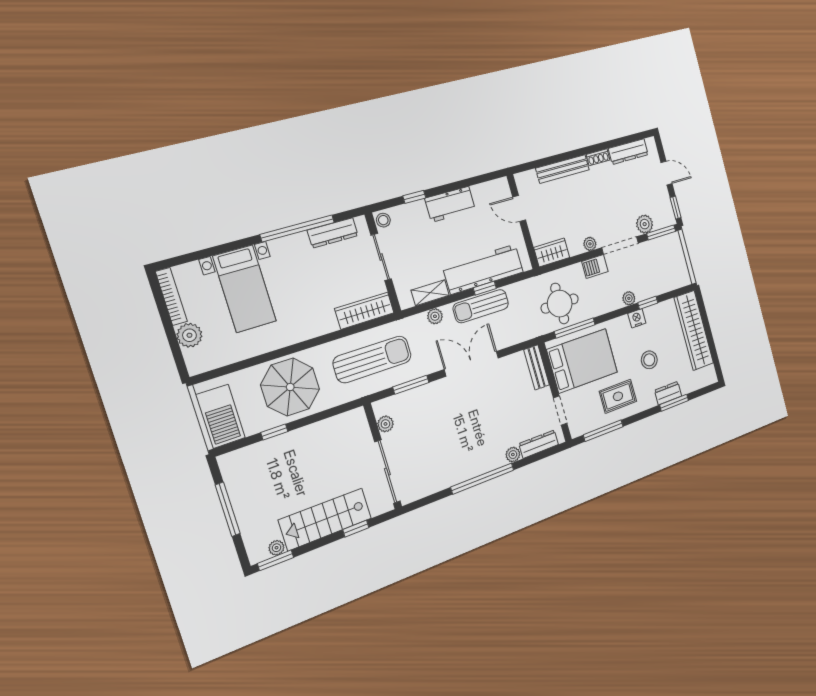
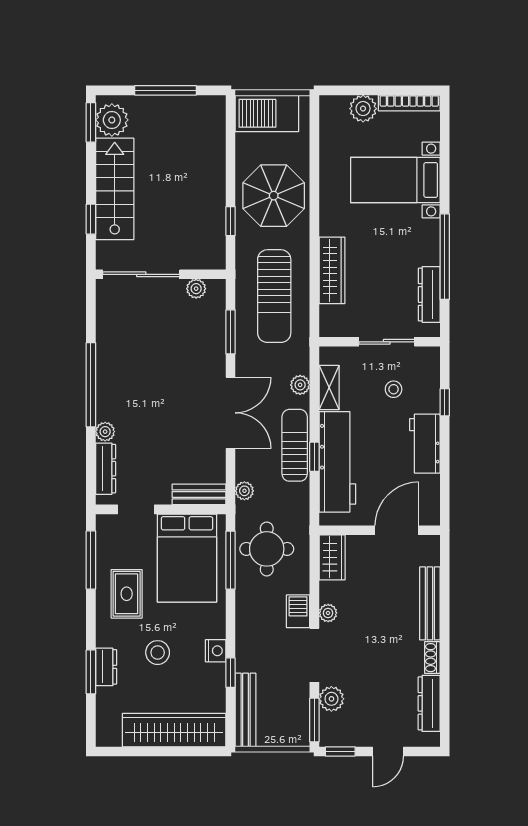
door: (519, 208) -> (397, 530), width x1.38
stool: (383, 220) -> (394, 389), moved
bench: (668, 284) -> (246, 710), added
plant: (629, 298) -> (244, 491), moved
wardrobe: (364, 311) -> (332, 270), moved
window: (274, 432) -> (231, 221), moved
plant: (277, 548) -> (112, 120), width x1.87, depth x1.87

